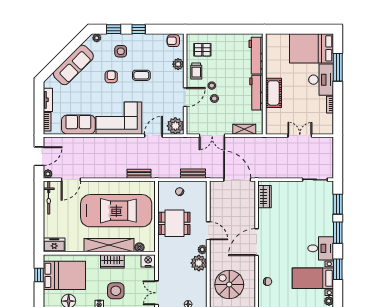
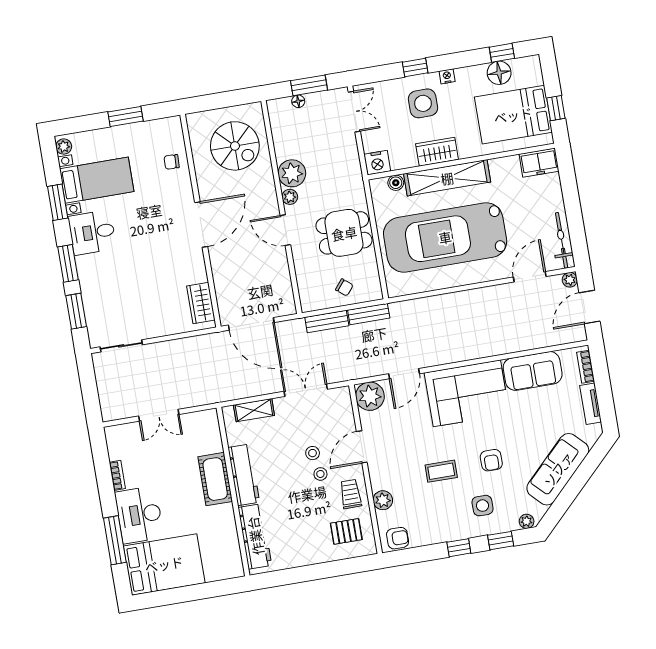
bench: (139, 174) -> (369, 314), moved

